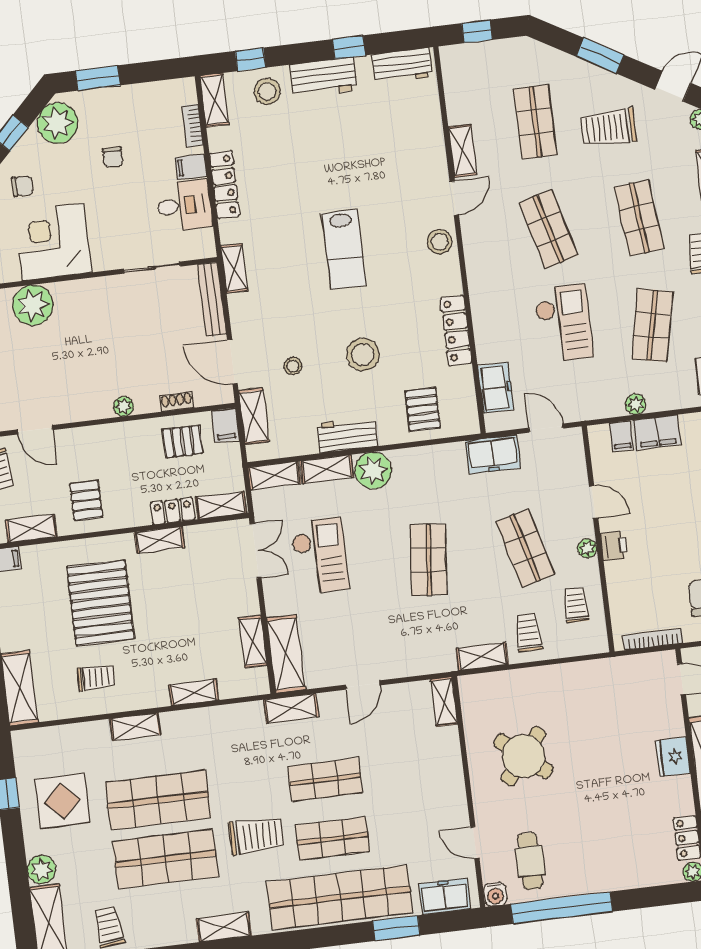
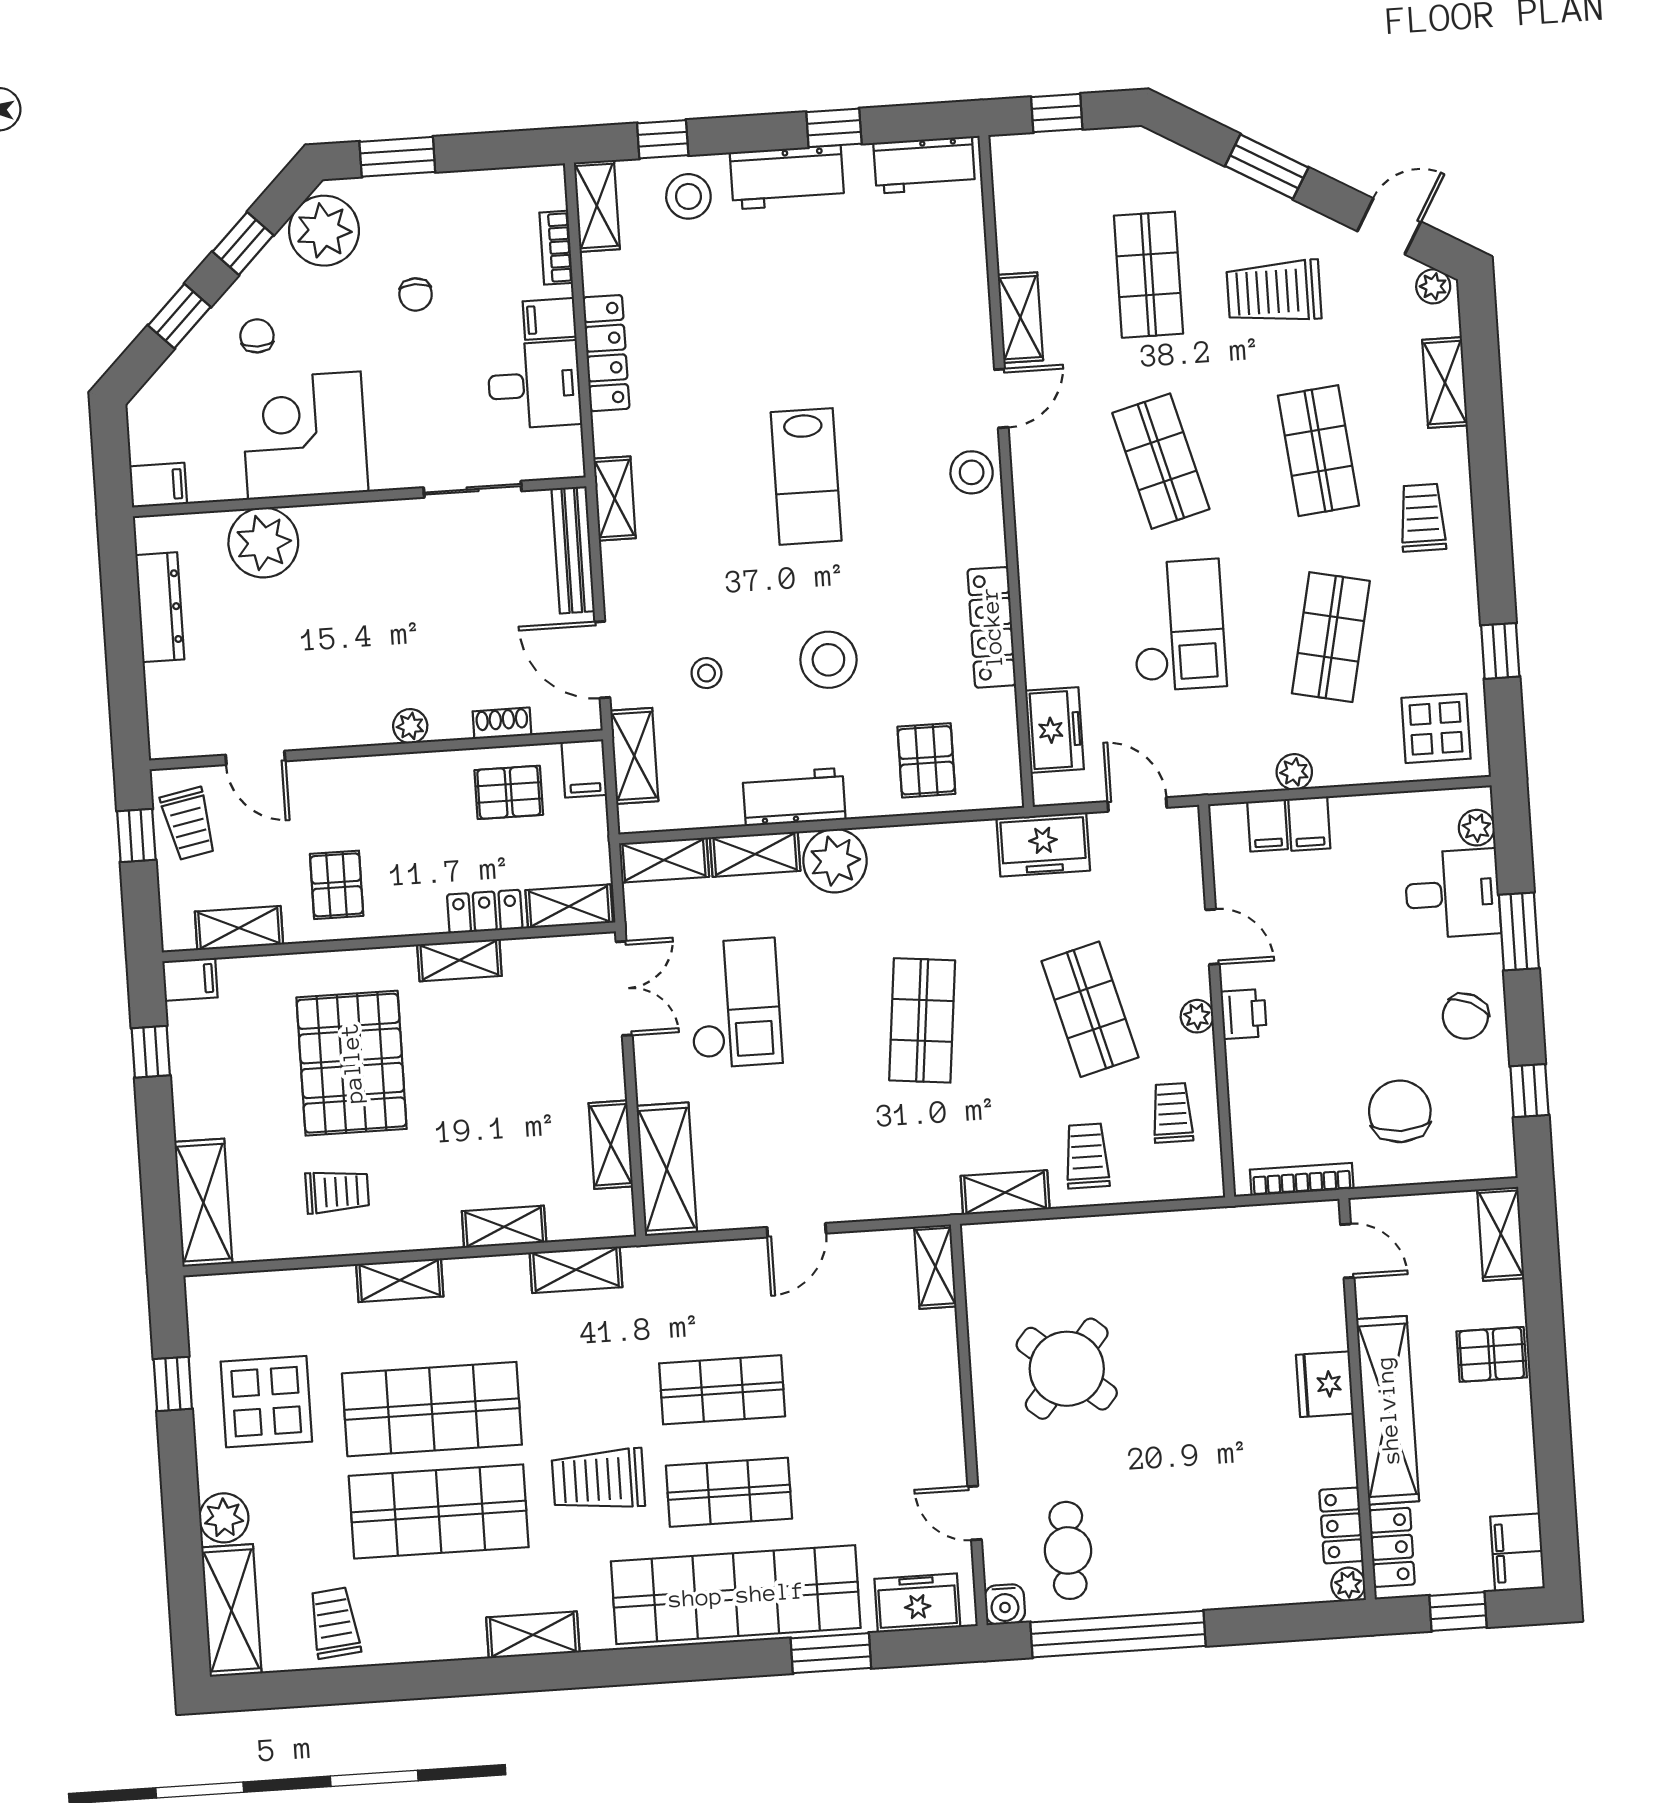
chair: (22, 186) -> (257, 336), turned -90
filing cabinet: (657, 432) -> (1309, 824), width x0.50
shelving: (291, 708) -> (576, 1270), moved
trolley: (256, 835) -> (598, 1480), turned 180

